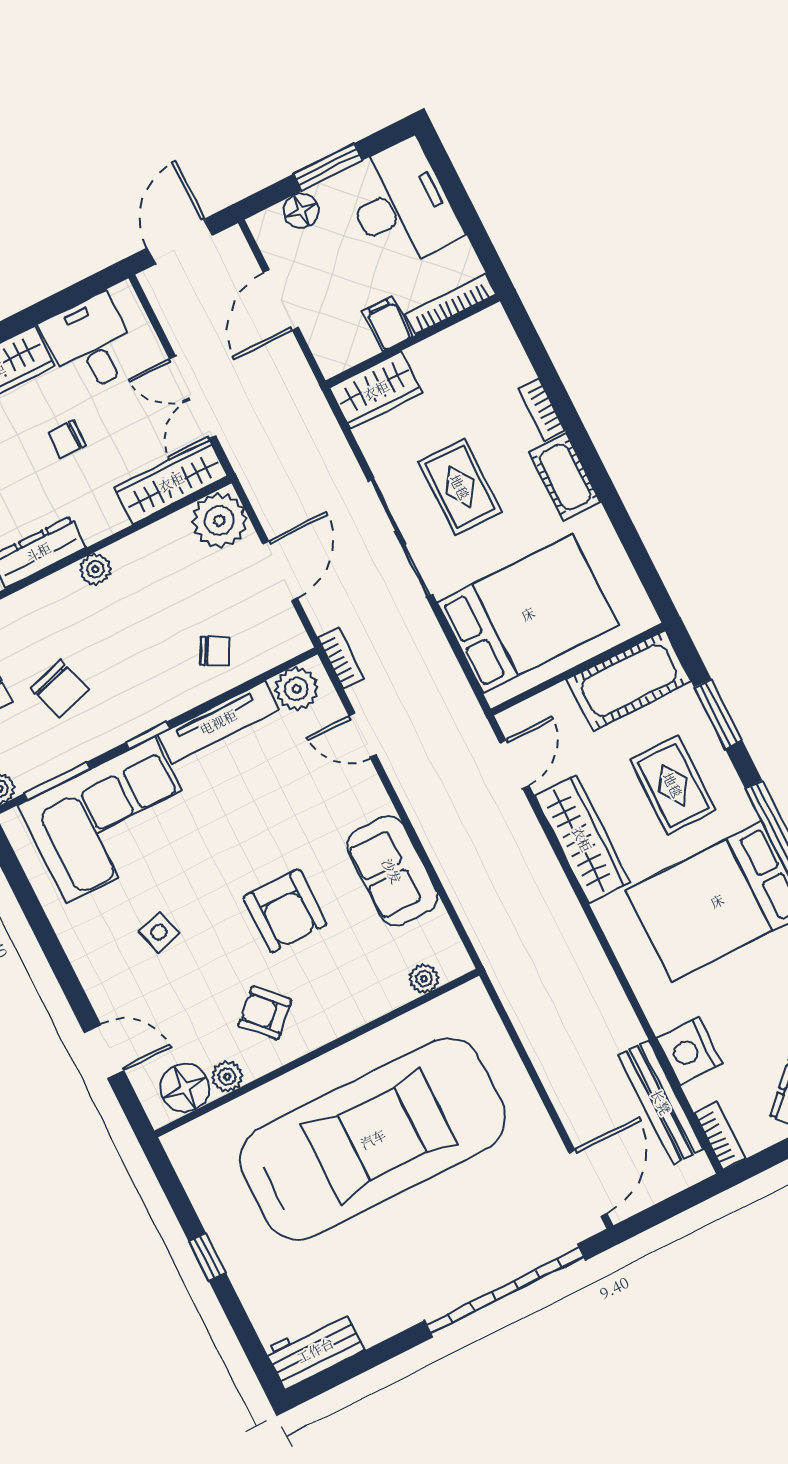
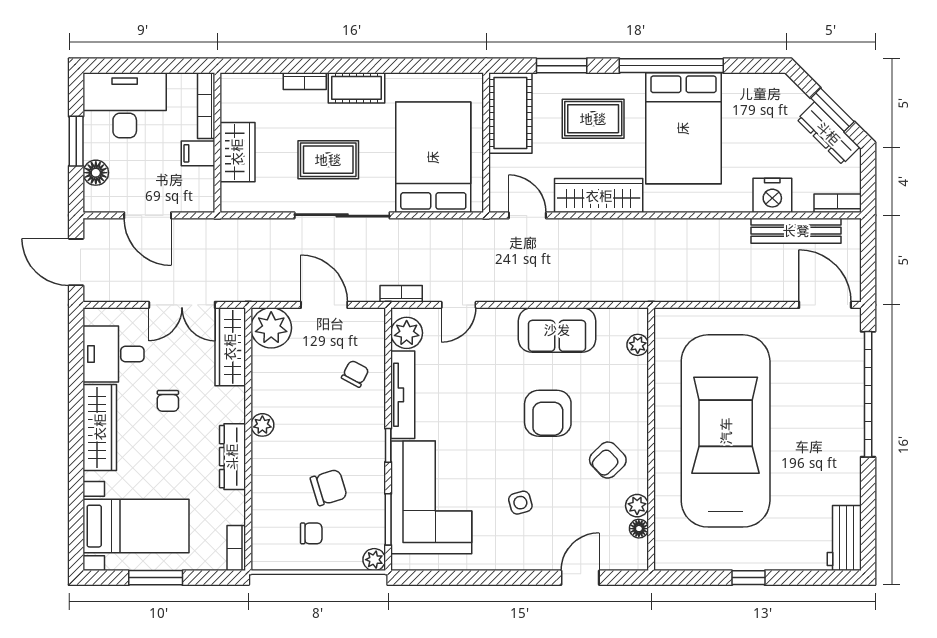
wardrobe: (376, 390) -> (237, 152), moved
armchair: (285, 911) -> (548, 413), turned 90
floor lamp: (185, 1088) -> (639, 529), width x0.53, depth x0.53

